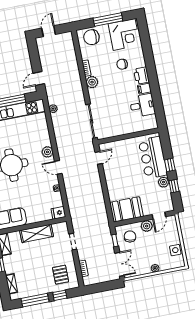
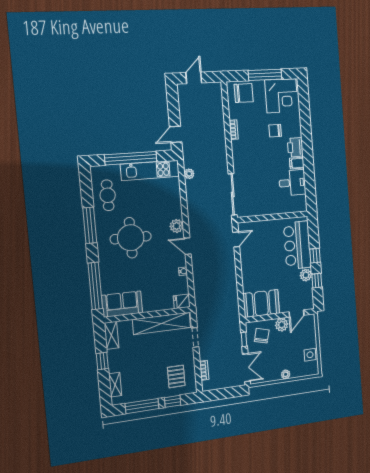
chair: (91, 37) -> (244, 93), turned 180
plant: (92, 82) -> (238, 147), removed
shelving: (36, 233) -> (162, 323), width x1.47

